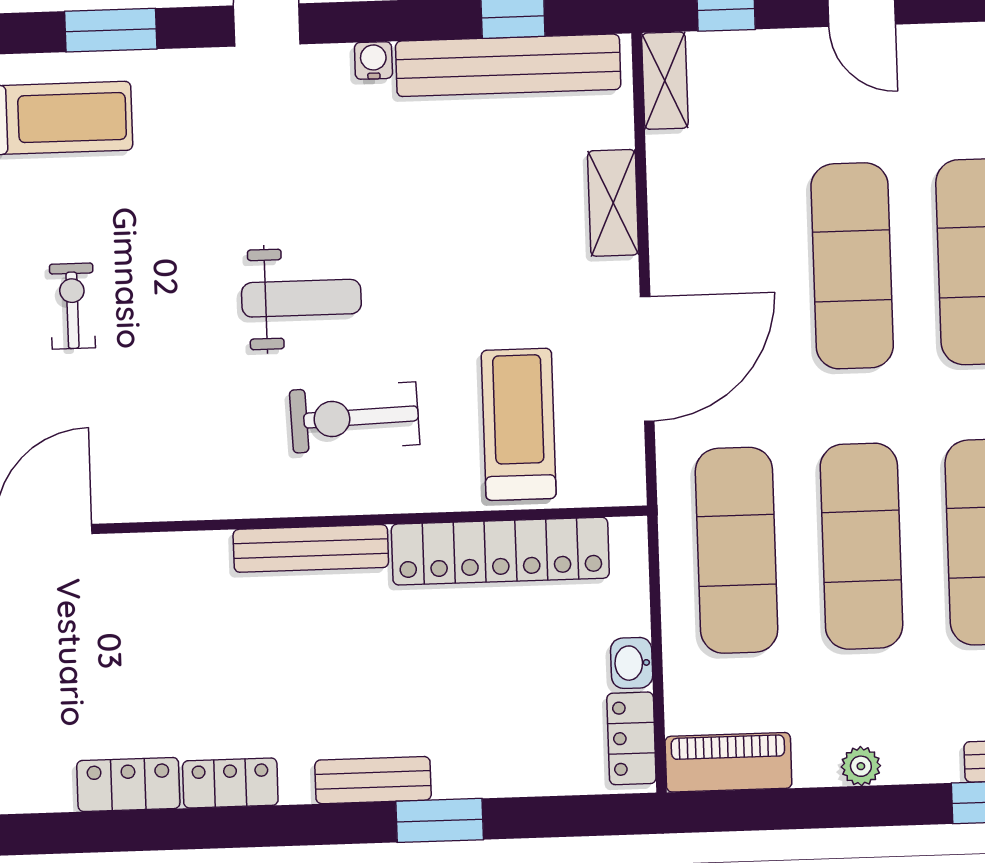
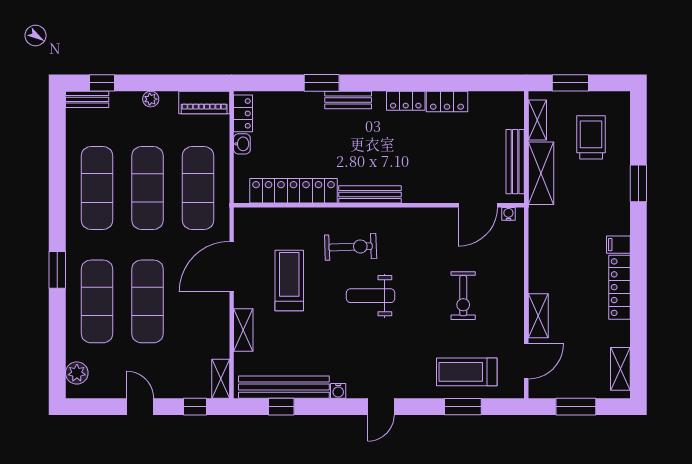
window: (111, 30) -> (463, 407), moved
exercise bike: (72, 306) -> (463, 296), width x1.38, depth x1.39
treadmill: (519, 424) -> (289, 280), moved, turned 180

